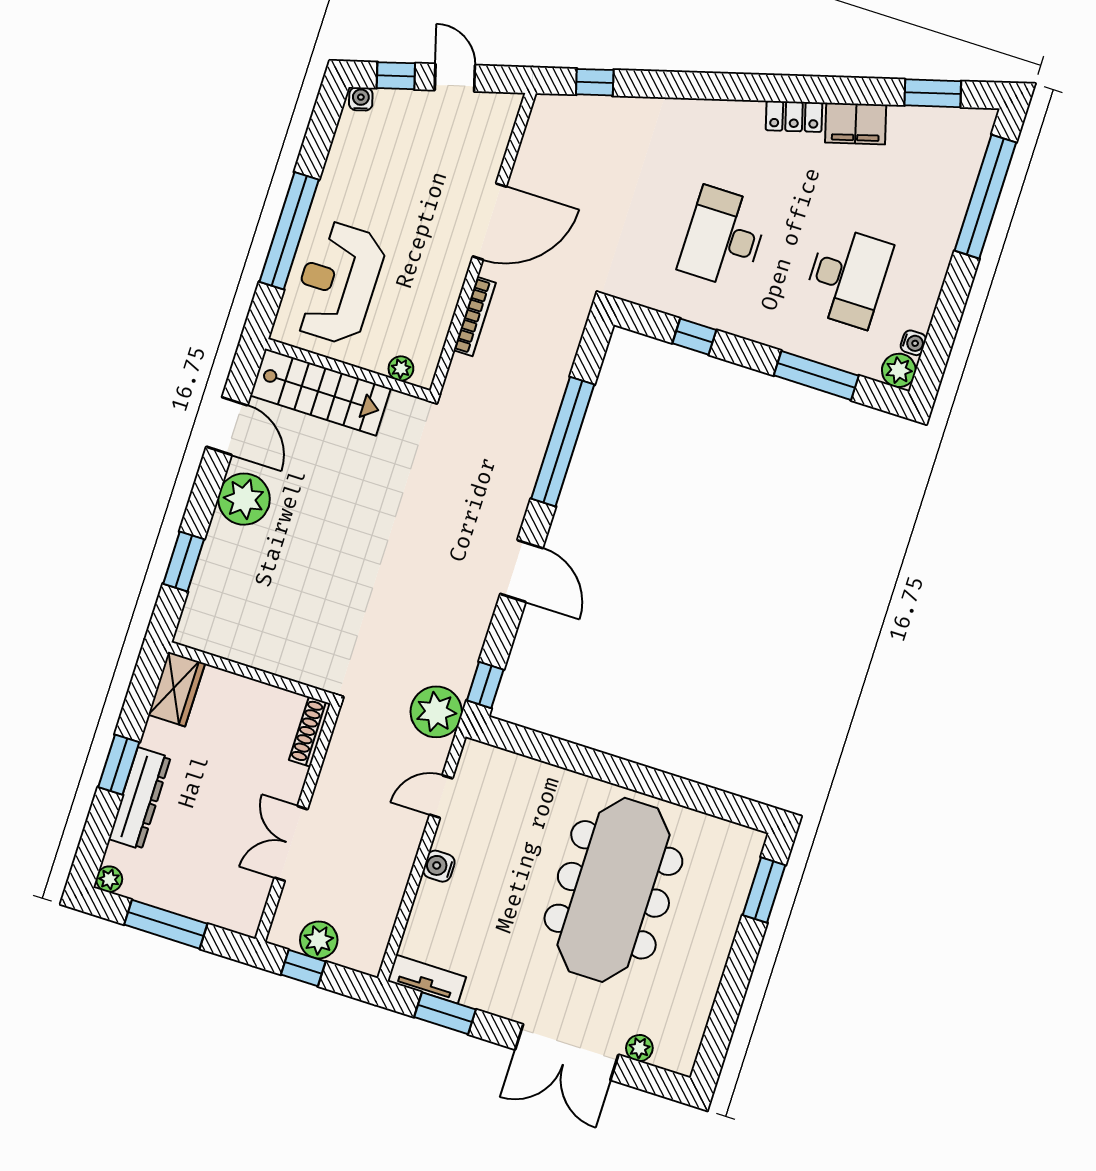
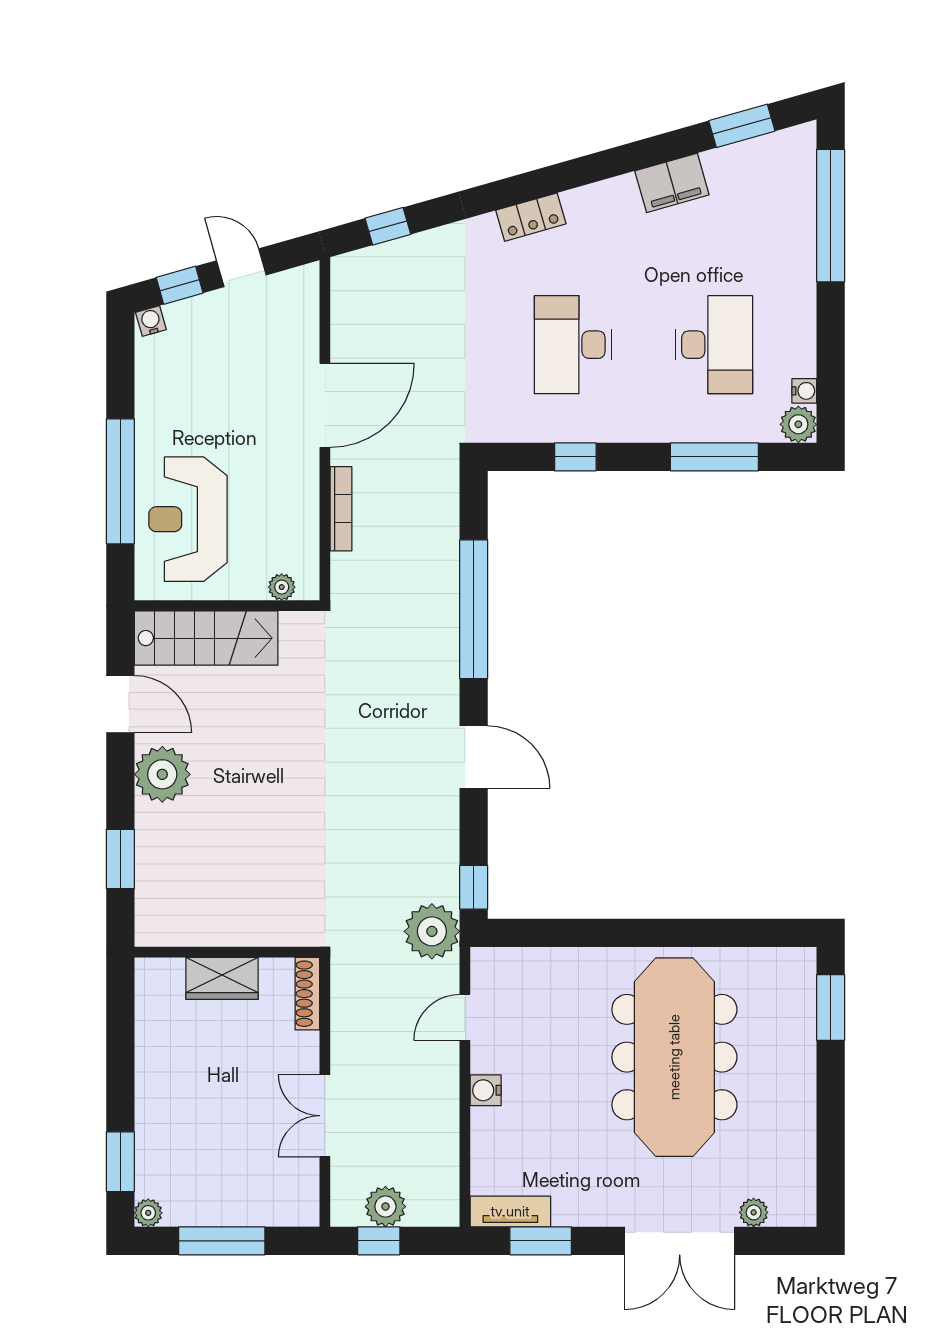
locker: (794, 116) -> (531, 217), moved
wardrobe: (177, 689) -> (222, 978), moved, turned 90
window: (119, 765) -> (120, 1162), moved
dresser: (140, 798) -> (153, 1119), removed

